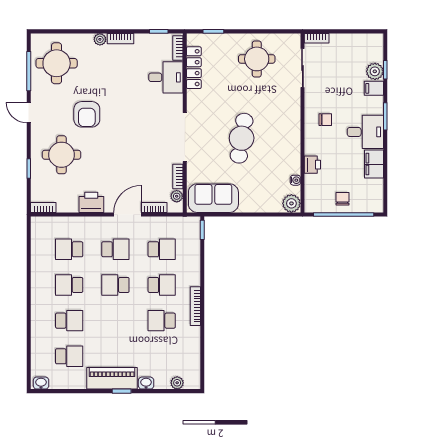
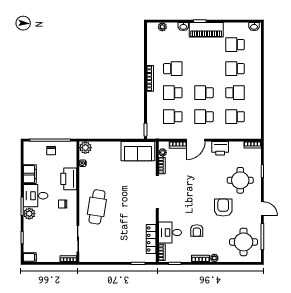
round table: (257, 59) -> (109, 245), removed
plant: (375, 71) -> (29, 214), moved
armchair: (126, 80) -> (197, 231), added
filing cabinet: (374, 88) -> (30, 257), moved
cafe table: (242, 138) -> (97, 207), moved
printer: (312, 165) -> (69, 179), width x1.87, depth x1.48
school desk: (69, 249) -> (235, 117), turned 180
school desk: (115, 285) -> (204, 93), turned 180

